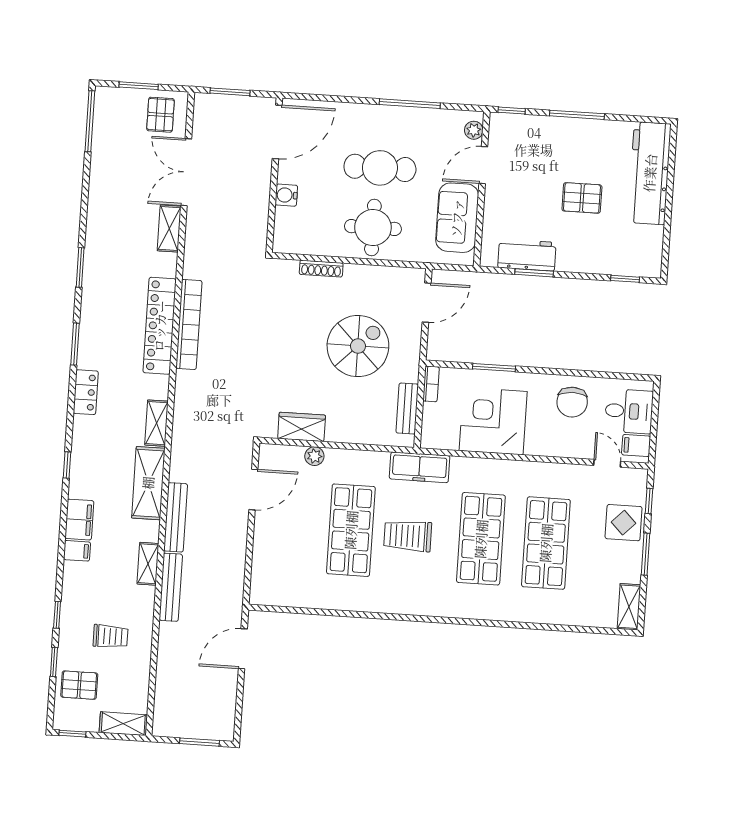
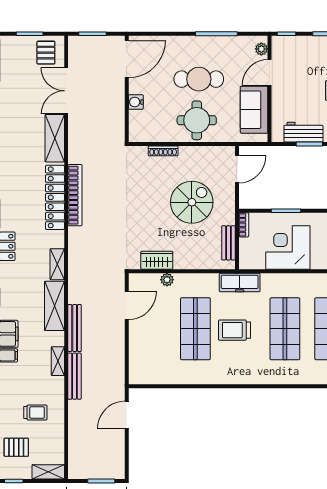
shelving: (169, 229) -> (55, 138), width x1.50, depth x1.33

